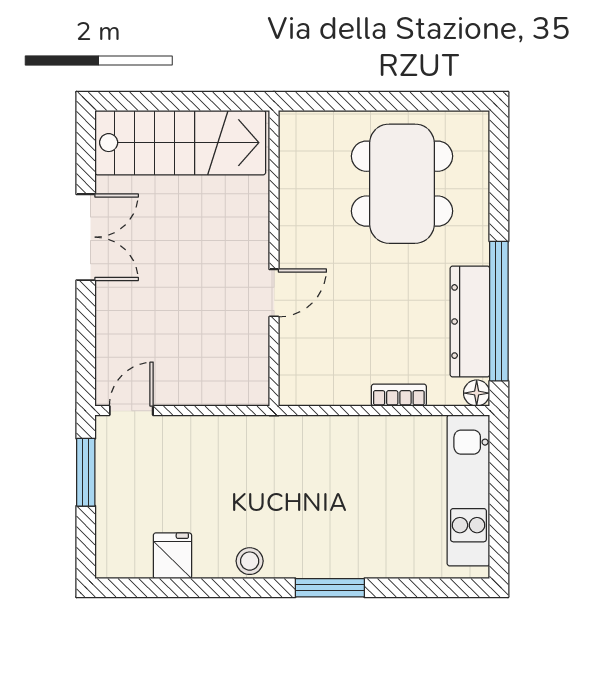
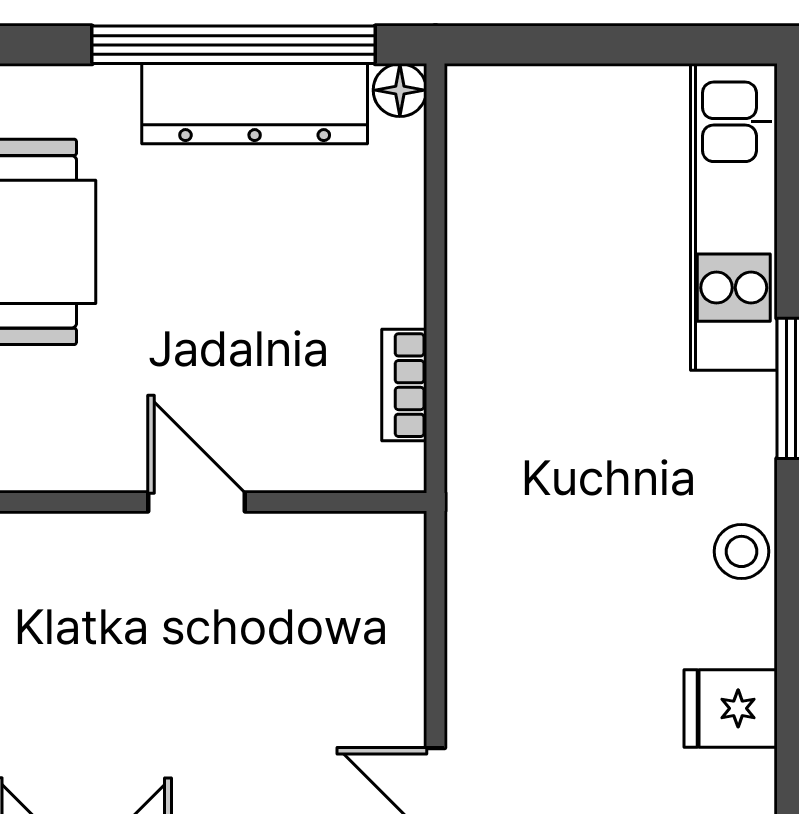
bookcase: (399, 395) -> (404, 385), moved
kitchen unit: (468, 490) -> (734, 217), moved, turned 90

